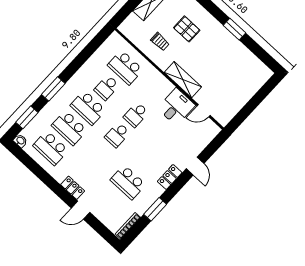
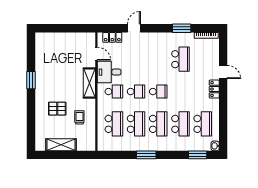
pallet: (187, 29) -> (57, 109), turned 90
school desk: (107, 88) -> (136, 124), width x1.85
window: (53, 89) -> (146, 155), moved
school desk: (155, 95) -> (114, 92), added
locker: (170, 177) -> (112, 37), moved

